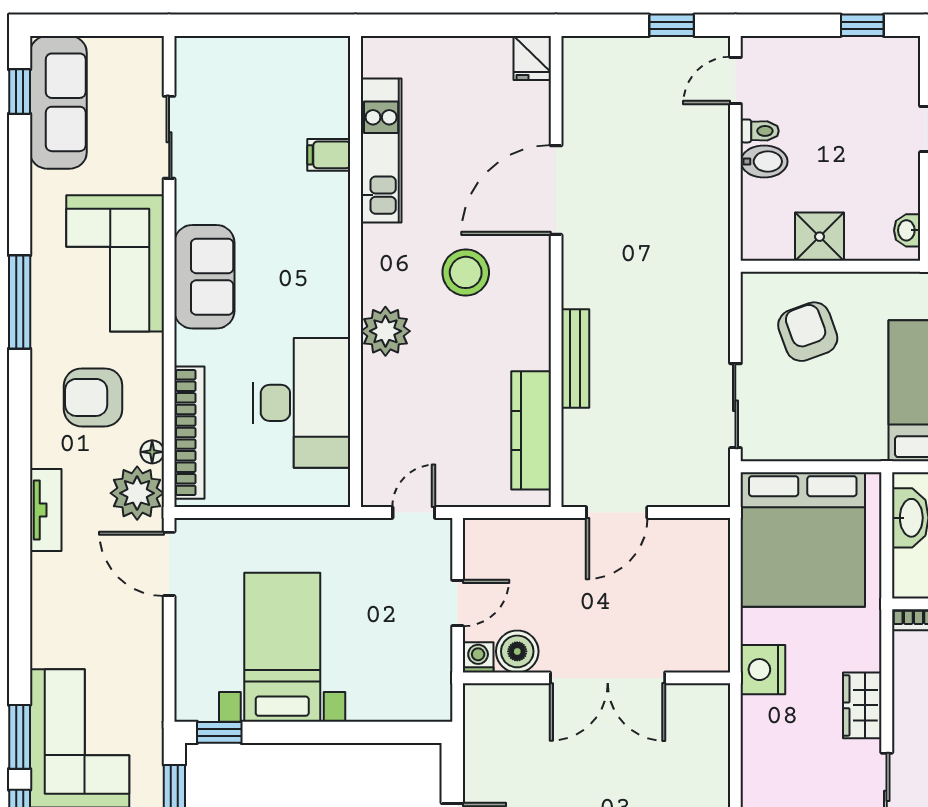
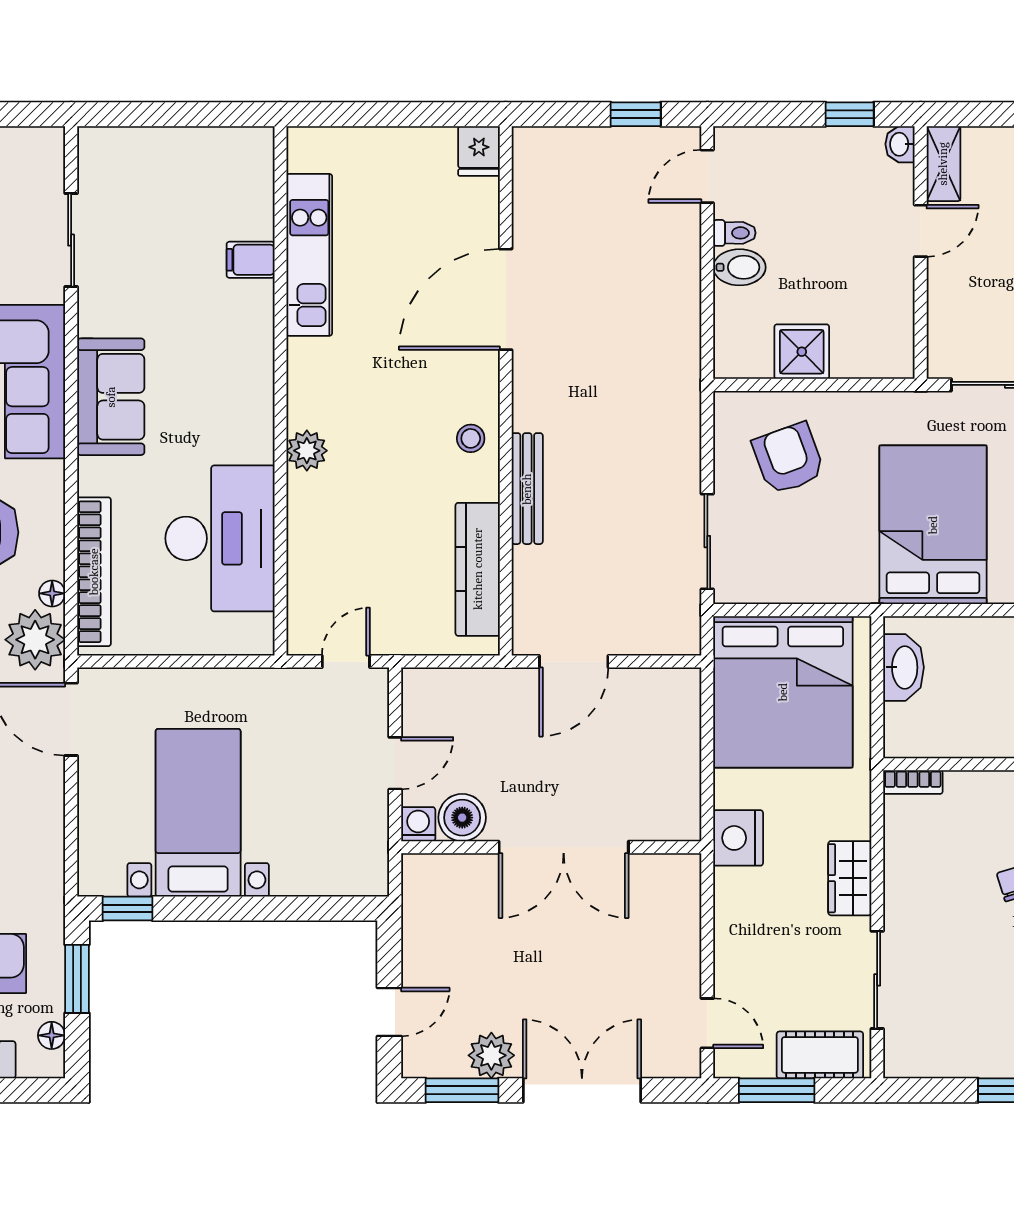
washbasin: (907, 230) -> (900, 144), moved
stool: (466, 272) -> (471, 438), moved, width x0.53, depth x0.53
plant: (385, 331) -> (307, 451), width x0.73, depth x0.73

